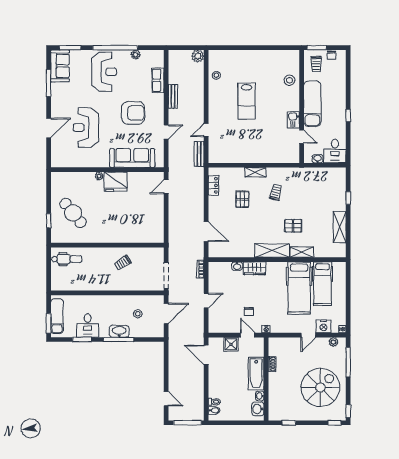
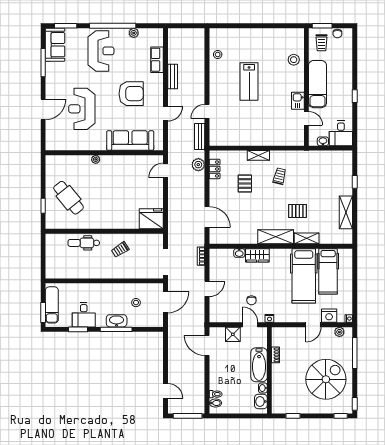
plant: (198, 56) -> (198, 165), moved
fridge: (116, 182) -> (151, 219), moved, turned 180
dental chair: (67, 259) -> (84, 243), moved, turned 180

